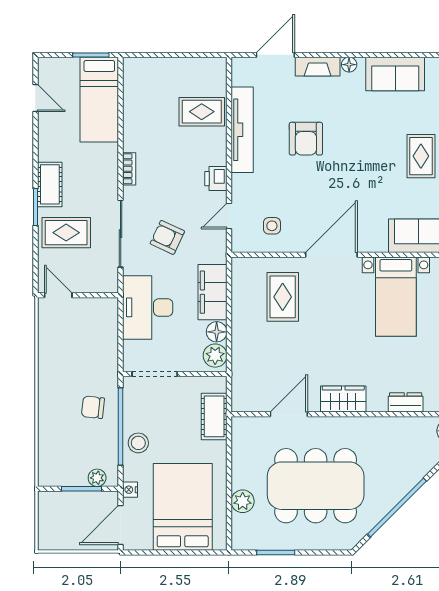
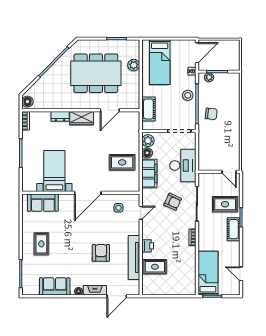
printer: (216, 179) -> (148, 246), moved
rug: (283, 297) -> (122, 162), moved, turned 90
dresser: (406, 402) -> (60, 116), moved
bed: (183, 507) -> (160, 62), width x0.67

